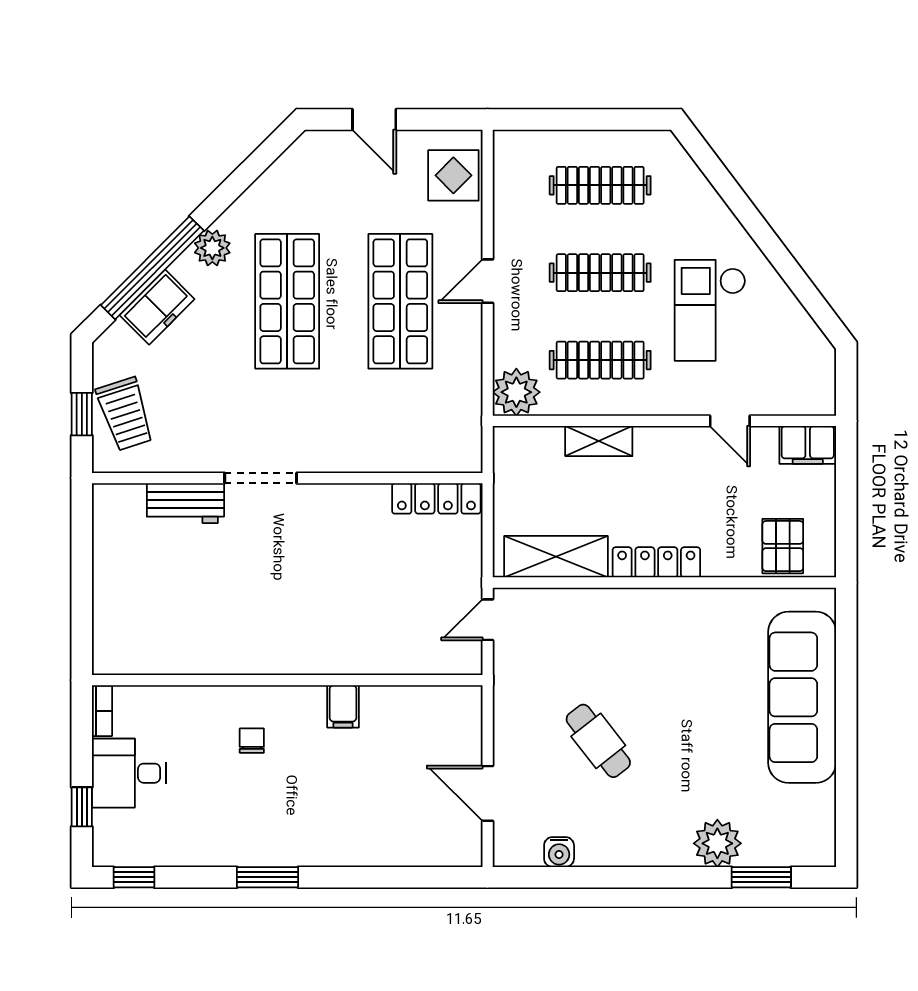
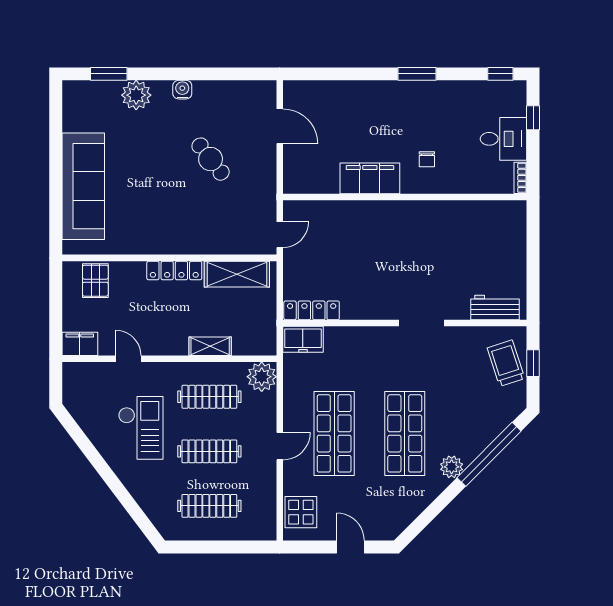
freezer: (157, 307) -> (303, 339), moved, turned -135
workbench: (185, 503) -> (495, 307), moved
filing cabinet: (343, 706) -> (370, 178), width x3.00, depth x1.17
water cooler: (559, 852) -> (182, 90), moved

